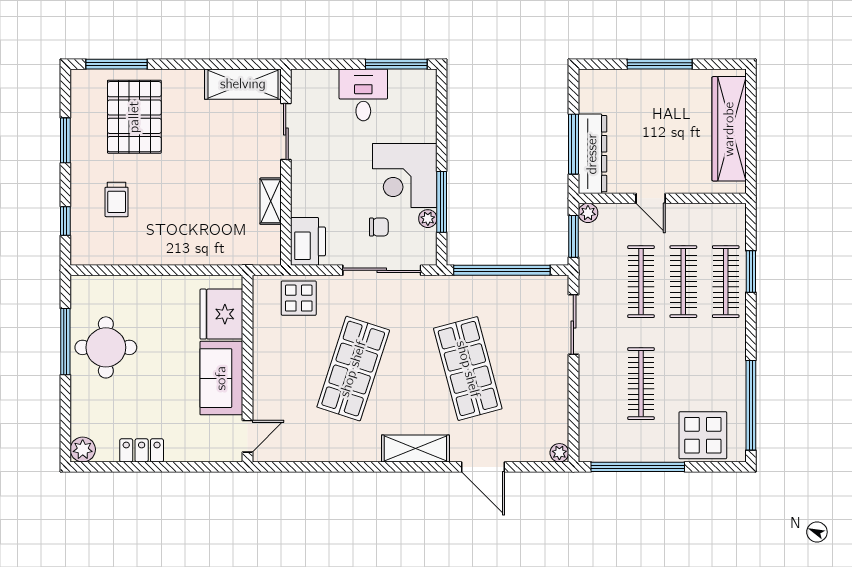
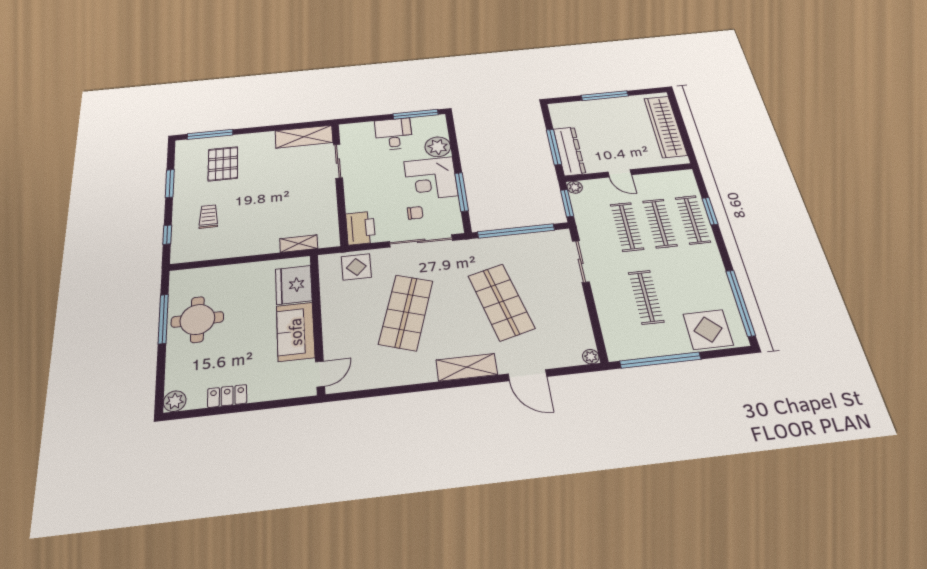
pallet: (134, 117) -> (223, 164), width x0.73, depth x0.71
trolley: (117, 199) -> (208, 216), turned 180
shelving: (271, 201) -> (299, 244), moved, turned 90
plant: (428, 219) -> (438, 147), moved, width x1.87, depth x1.87

